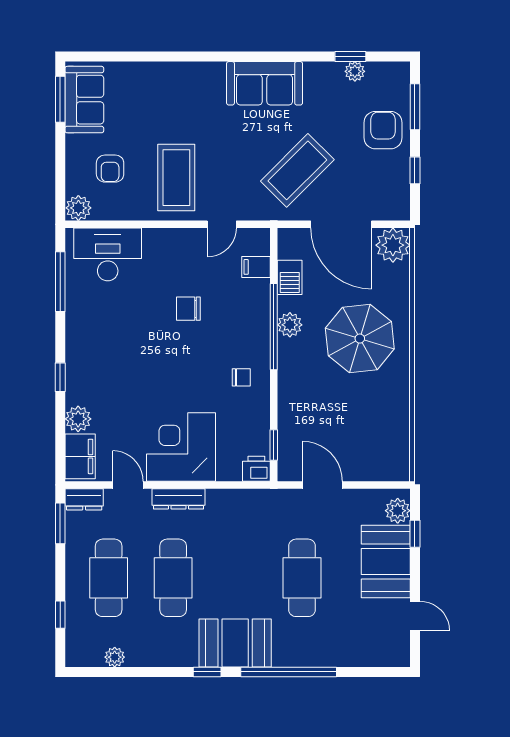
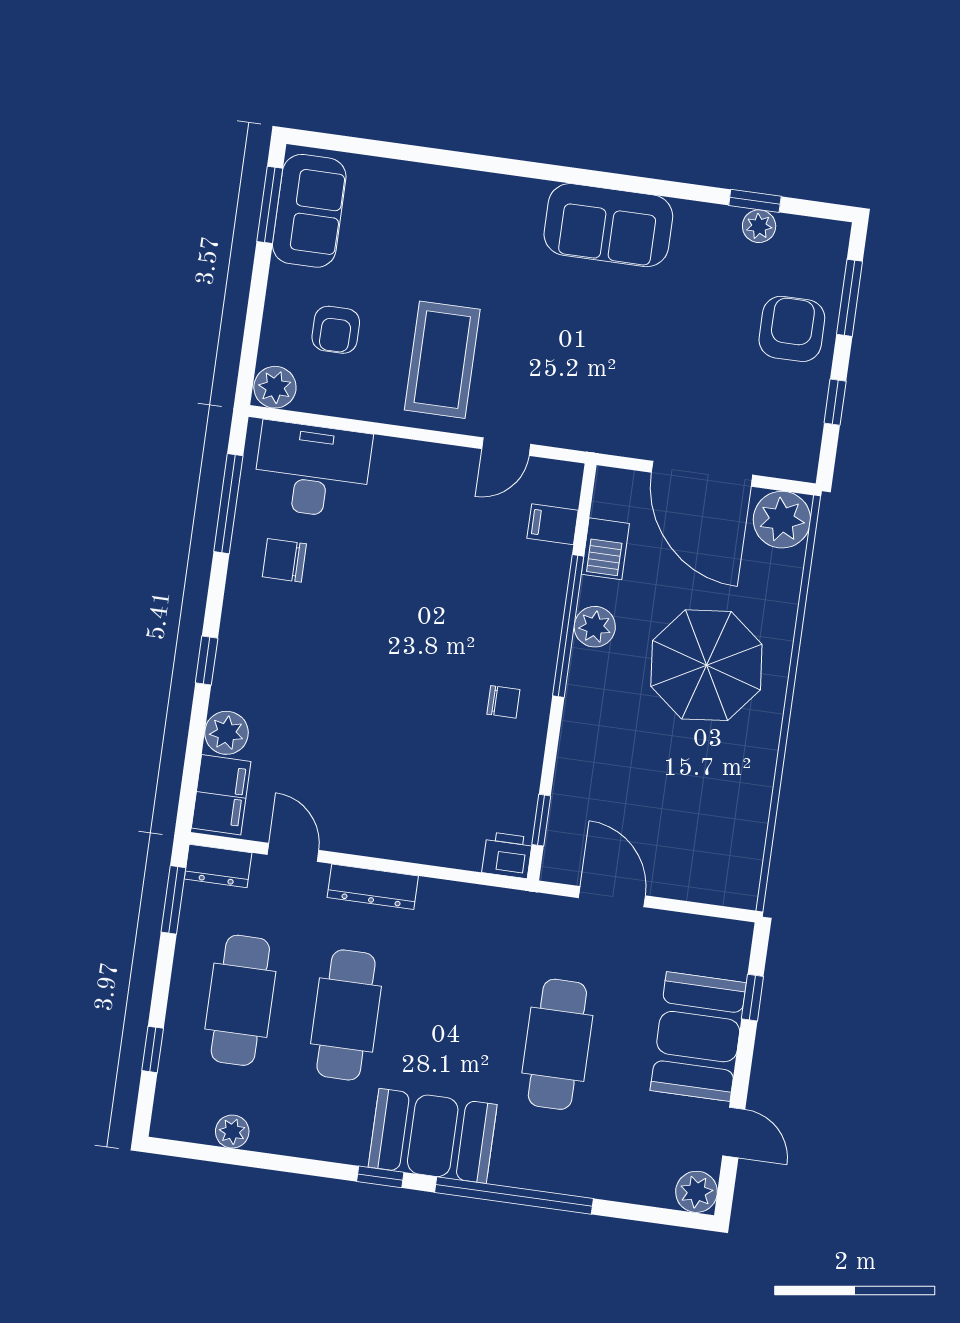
coffee table: (297, 170) -> (642, 375), removed
chair: (188, 309) -> (284, 560), moved
corner desk: (181, 447) -> (389, 802), removed
plant: (398, 511) -> (697, 1192), moved

